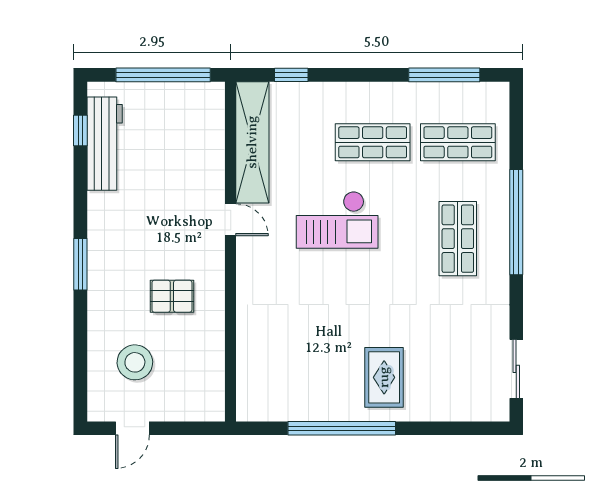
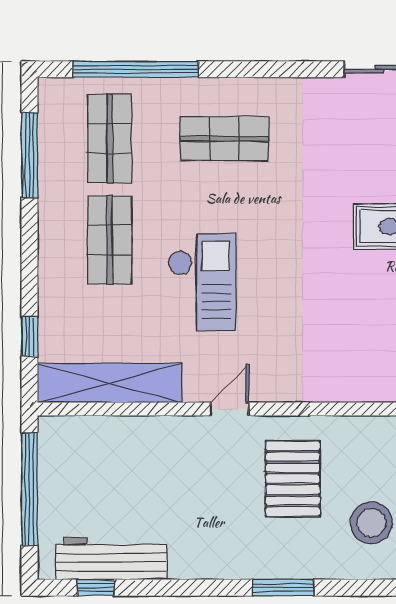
door: (231, 220) -> (230, 409), moved
window: (516, 222) -> (136, 69), moved
window: (80, 264) -> (283, 588), moved
pallet: (172, 296) -> (293, 479), width x1.50, depth x1.42

